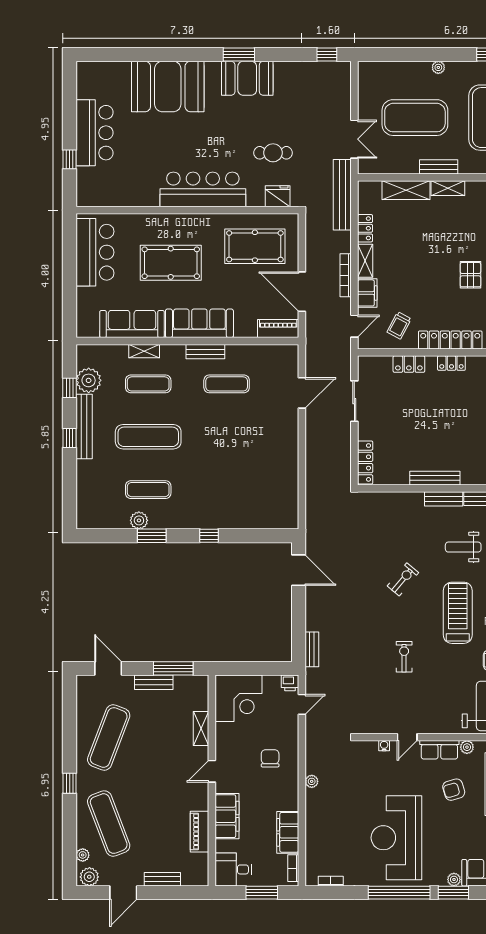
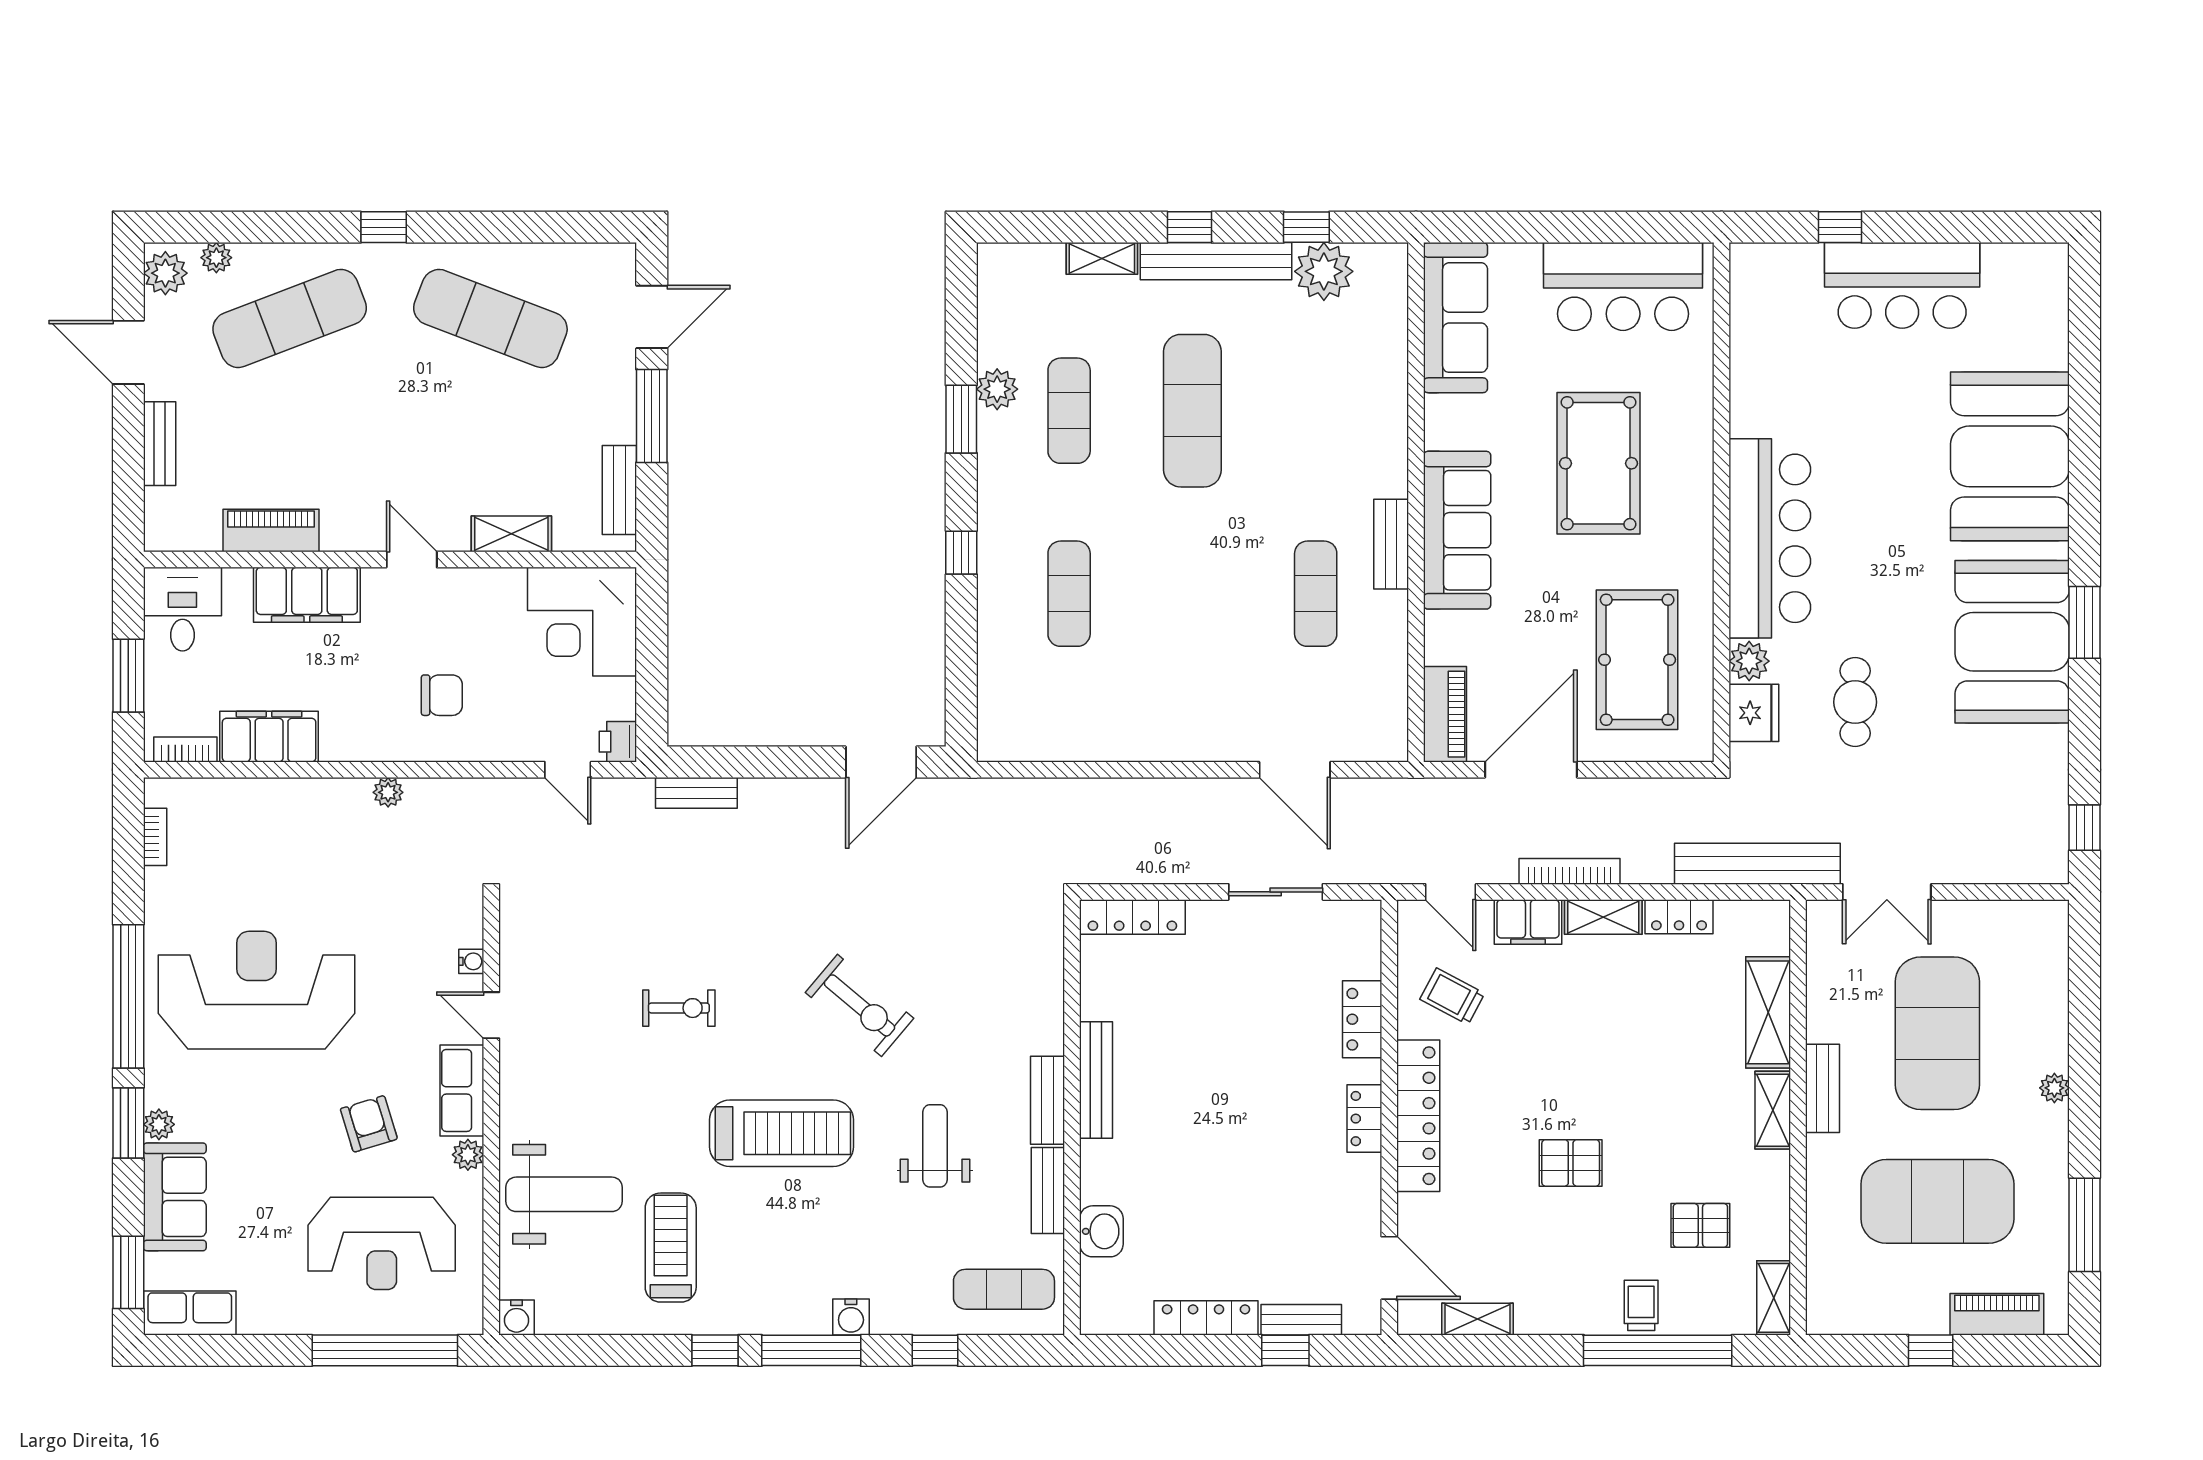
booth: (247, 78) -> (2012, 642), width x1.36, depth x1.42
plant: (255, 198) -> (1749, 661), added
sofa: (132, 324) -> (1455, 318), moved
shelving: (144, 351) -> (1102, 258), moved, turned 90
exercise mat: (148, 384) -> (1069, 594), moved
exercise bike: (403, 579) -> (860, 1005), width x1.38, depth x1.39
window: (173, 668) -> (652, 416), moved
bench: (154, 682) -> (619, 490), moved

